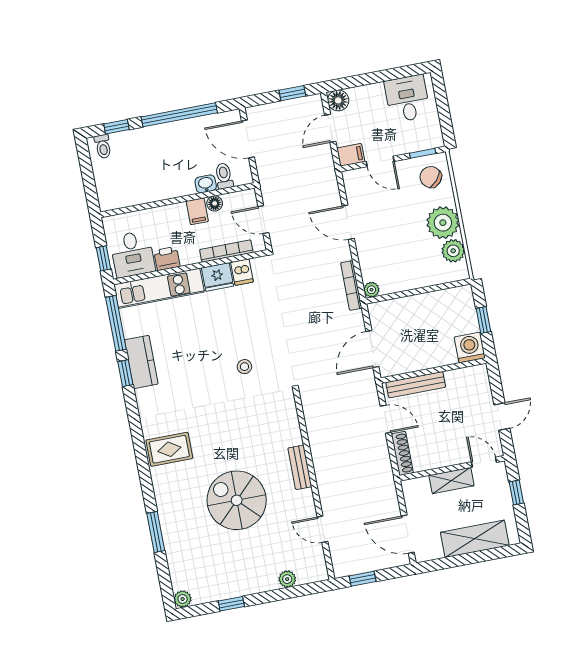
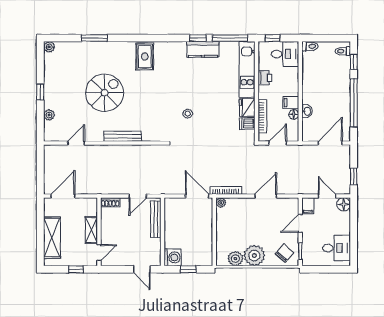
toilet: (224, 176) -> (310, 46), moved
desk: (133, 254) -> (285, 54), moved, turned 180
door: (372, 349) -> (197, 196), moved
door: (502, 417) -> (142, 269), moved
shoe rack: (402, 453) -> (110, 202), width x0.70
bench: (300, 467) -> (123, 136), width x1.36
window: (363, 579) -> (40, 162), removed
window: (231, 604) -> (40, 92), moved

